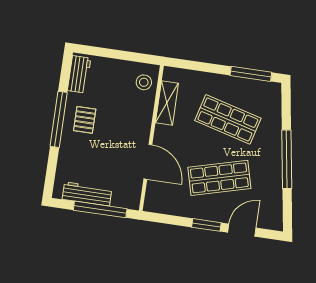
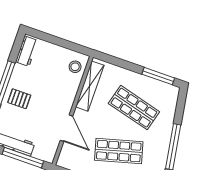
shelving: (167, 103) -> (90, 86), width x1.47
pallet: (85, 120) -> (19, 99), moved, turned 90

